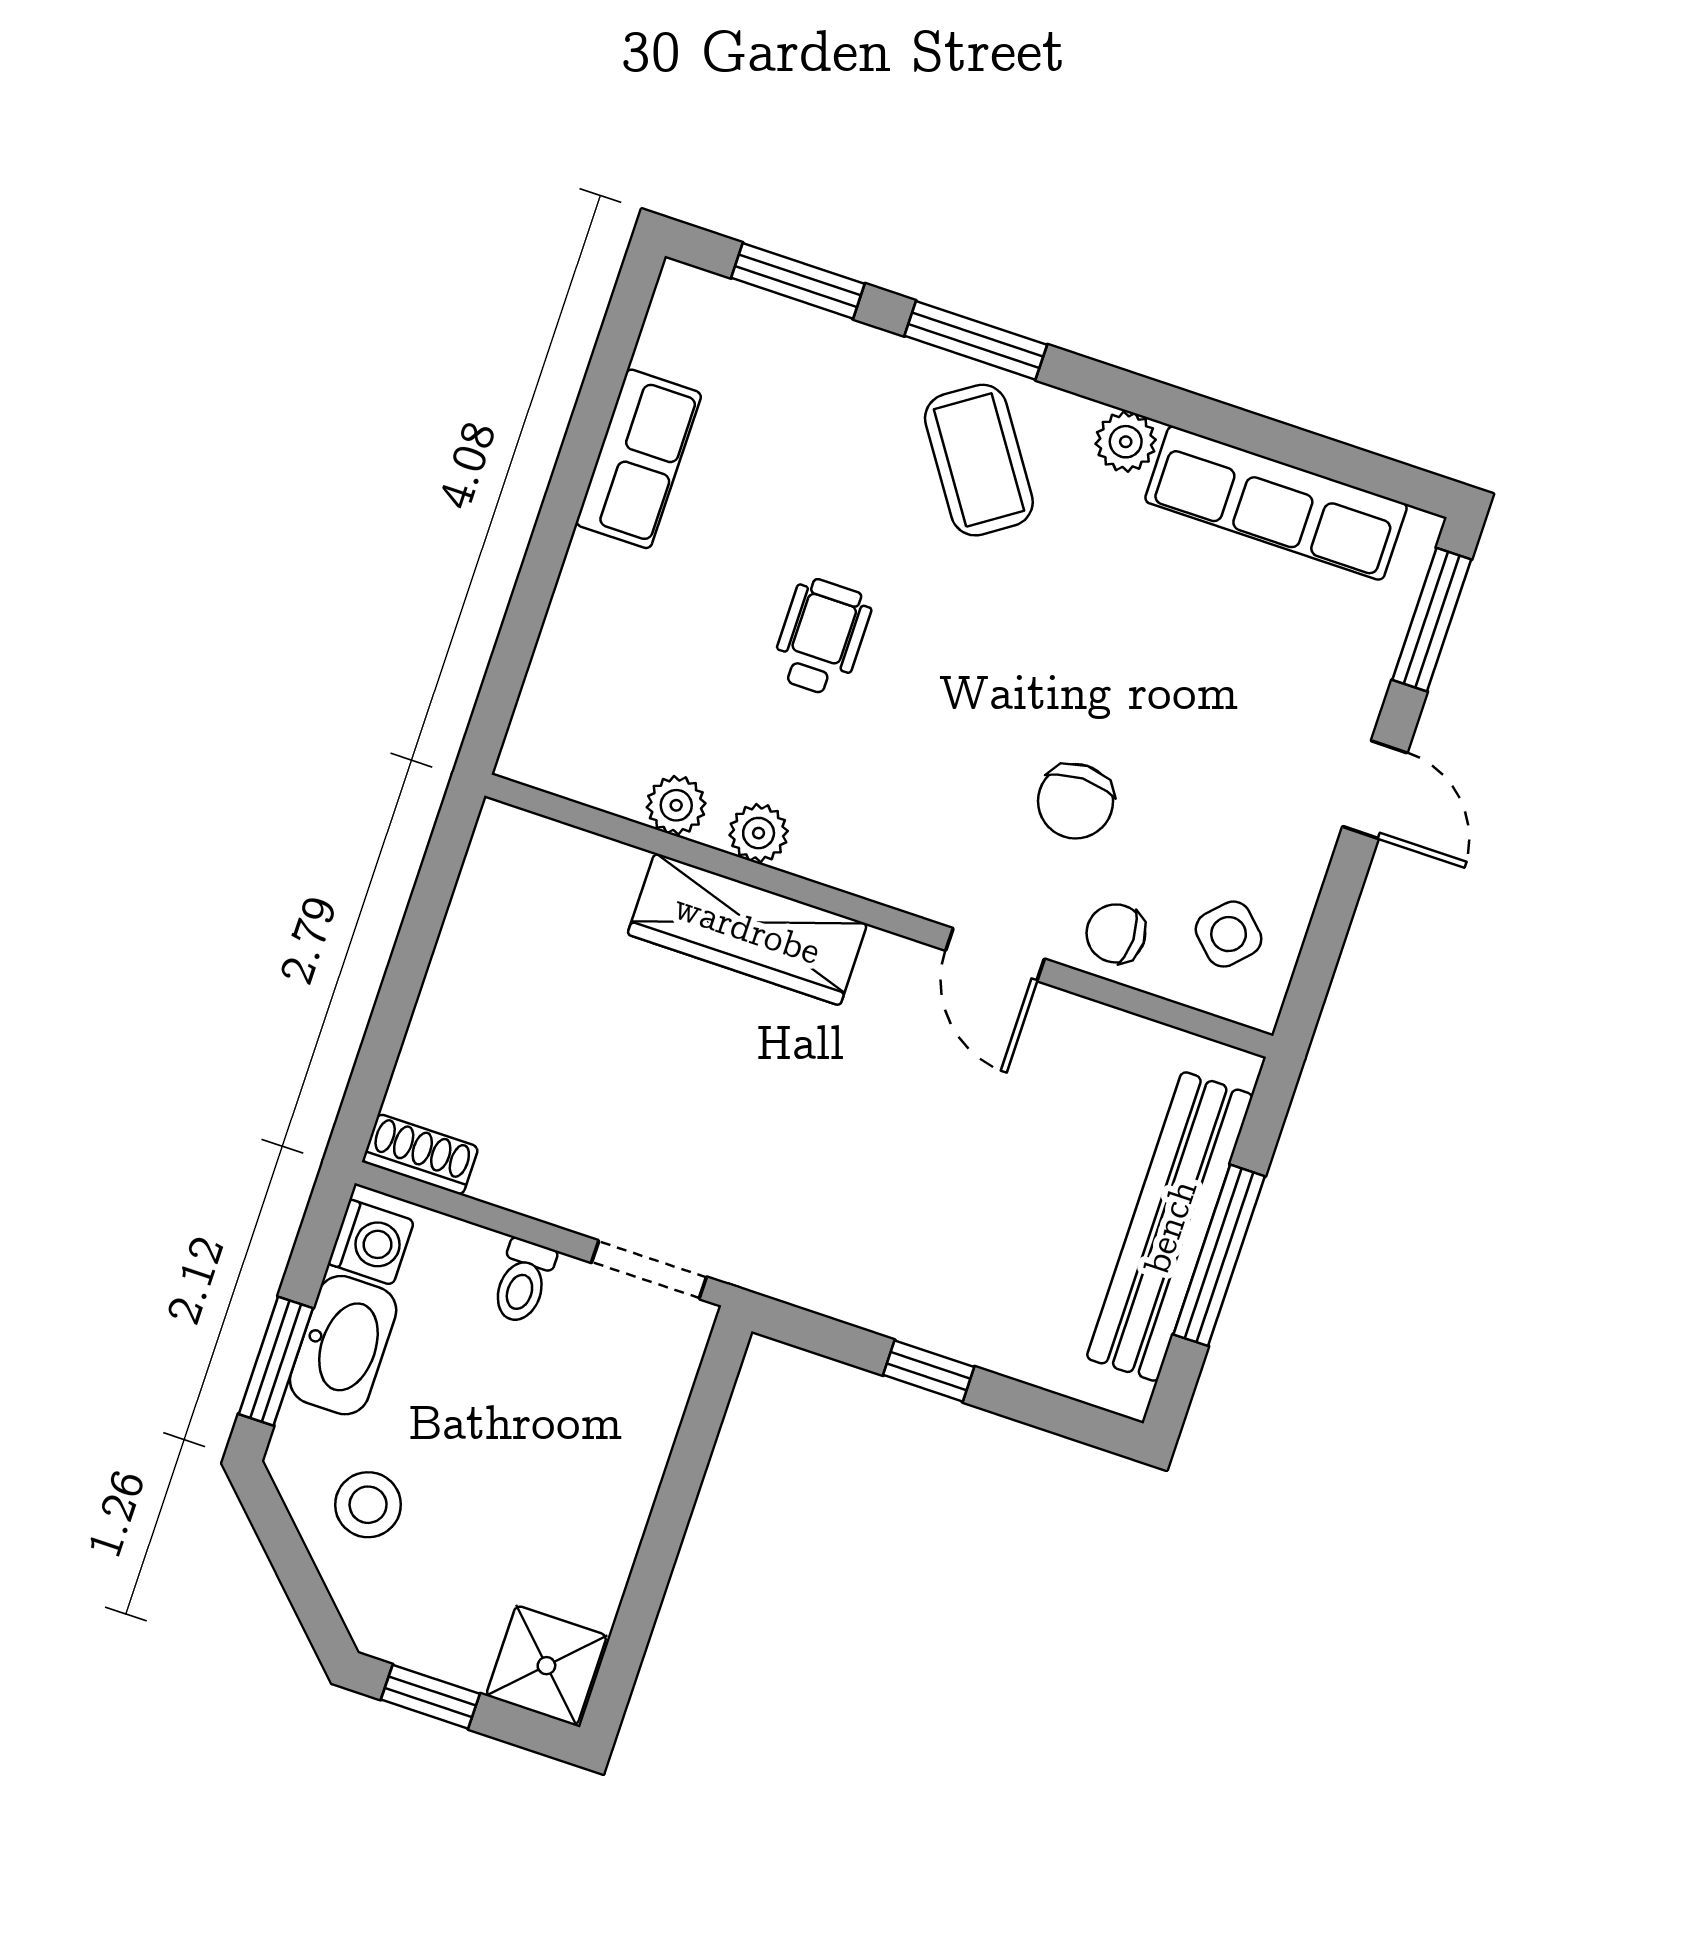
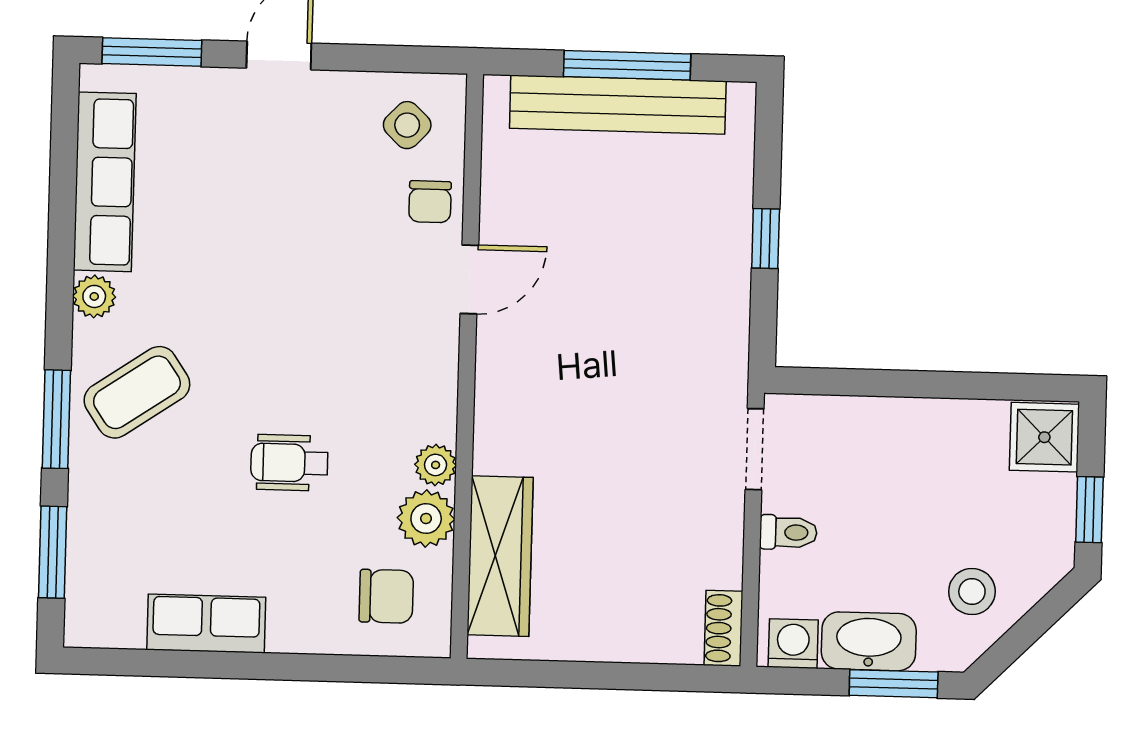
chair: (1076, 801) -> (386, 596), moved
plant: (676, 805) -> (426, 518), width x1.38, depth x1.38
wardrobe: (747, 929) -> (500, 556), moved

